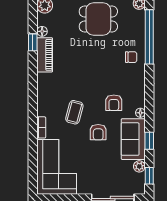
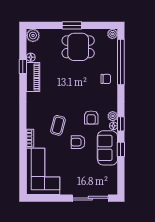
armchair: (98, 132) -> (78, 142), turned 90
plant: (139, 166) -> (113, 116), moved
window: (149, 176) -> (121, 124), moved

